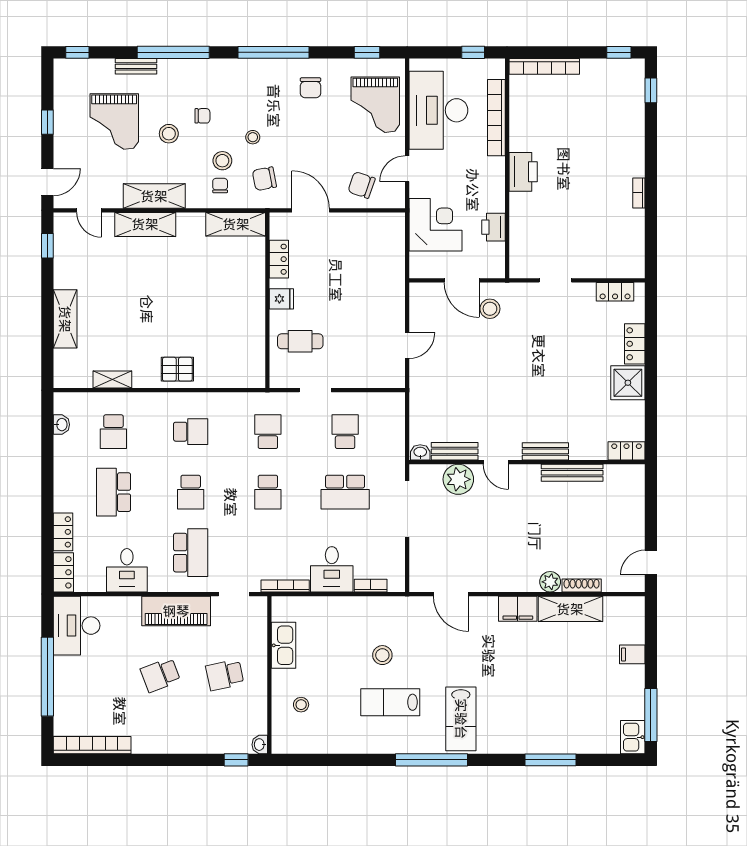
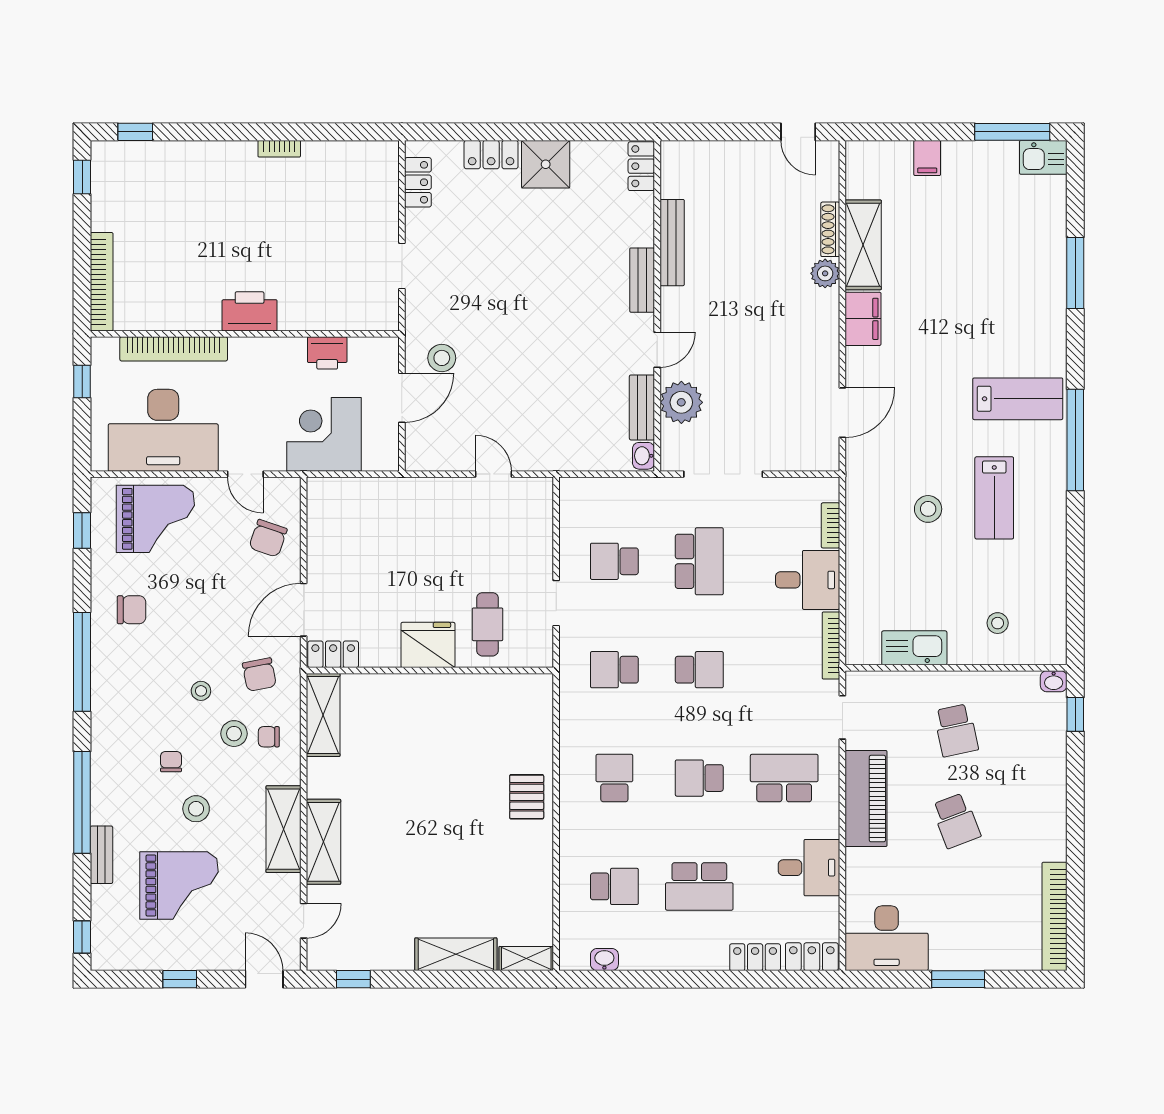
locker: (279, 259) -> (333, 654), moved
fridge: (281, 299) -> (428, 645), width x1.88, depth x1.34
shelving: (112, 380) -> (526, 959), moved, turned 90
school desk: (191, 492) -> (699, 778), turned 180
window: (47, 677) -> (958, 979), width x0.47

